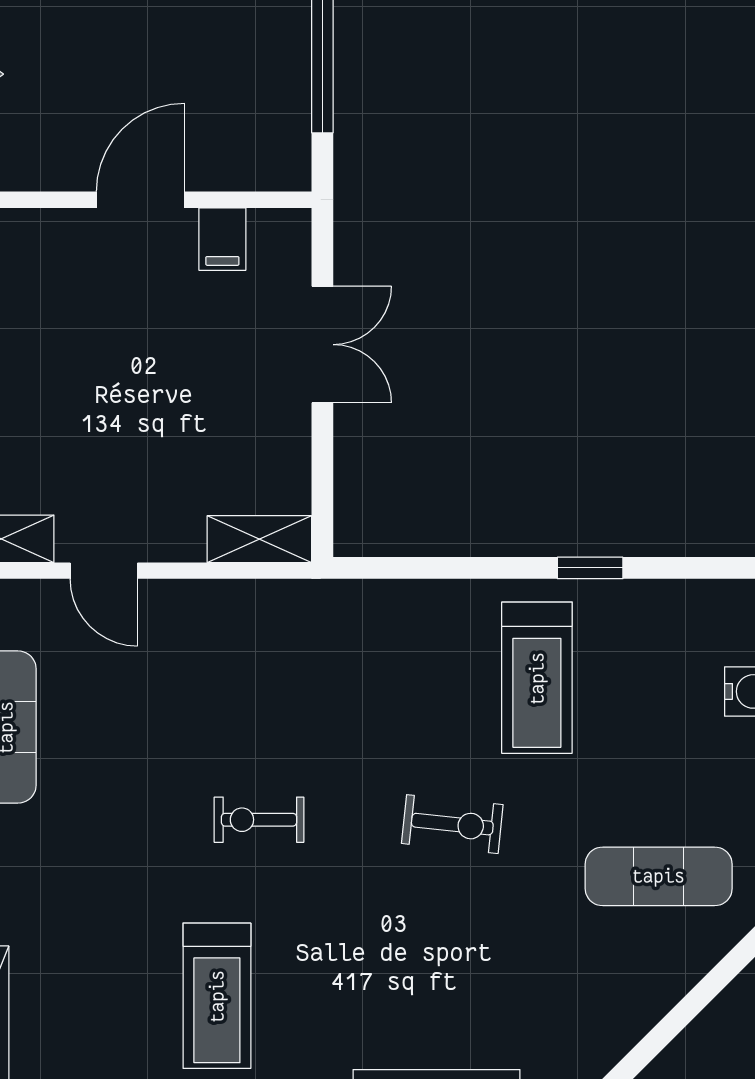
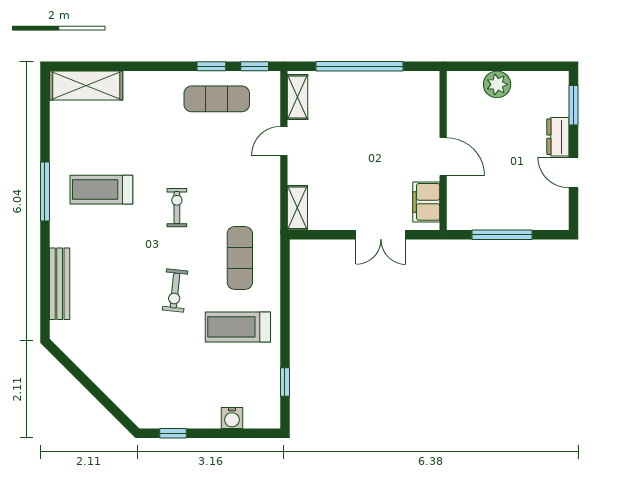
filing cabinet: (222, 239) -> (426, 202), width x2.00
window: (590, 568) -> (285, 382), moved
exercise mat: (659, 876) -> (240, 258), moved

